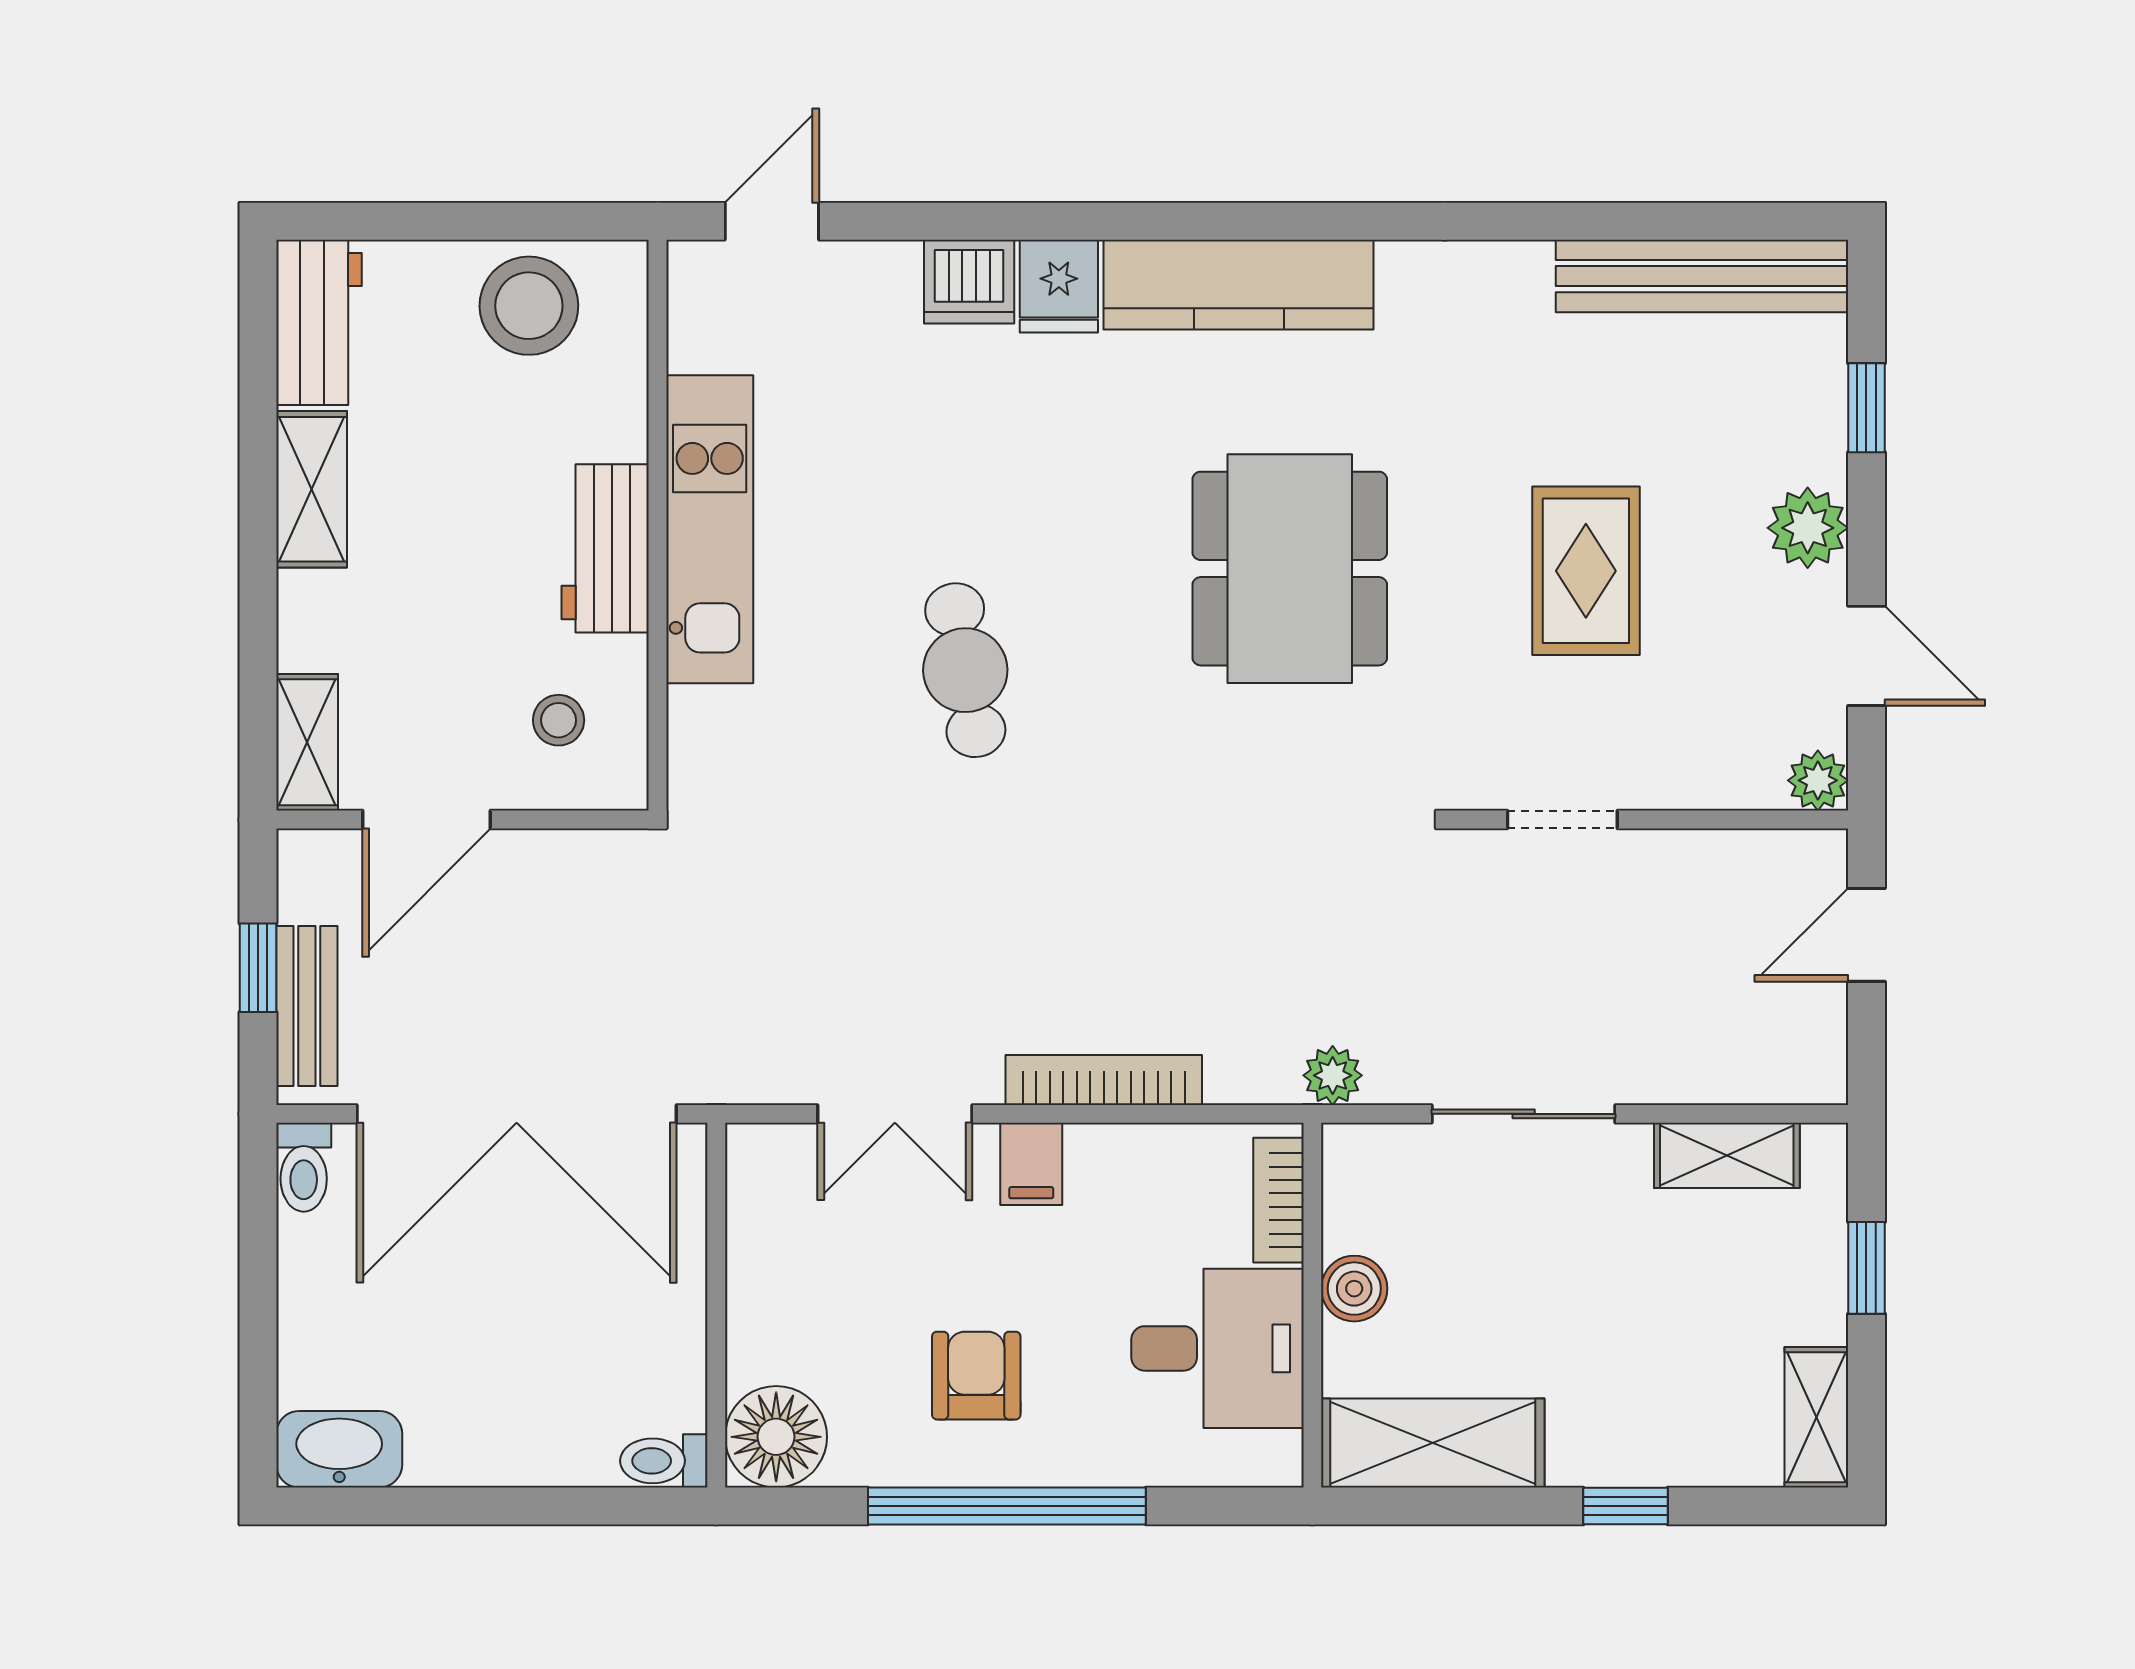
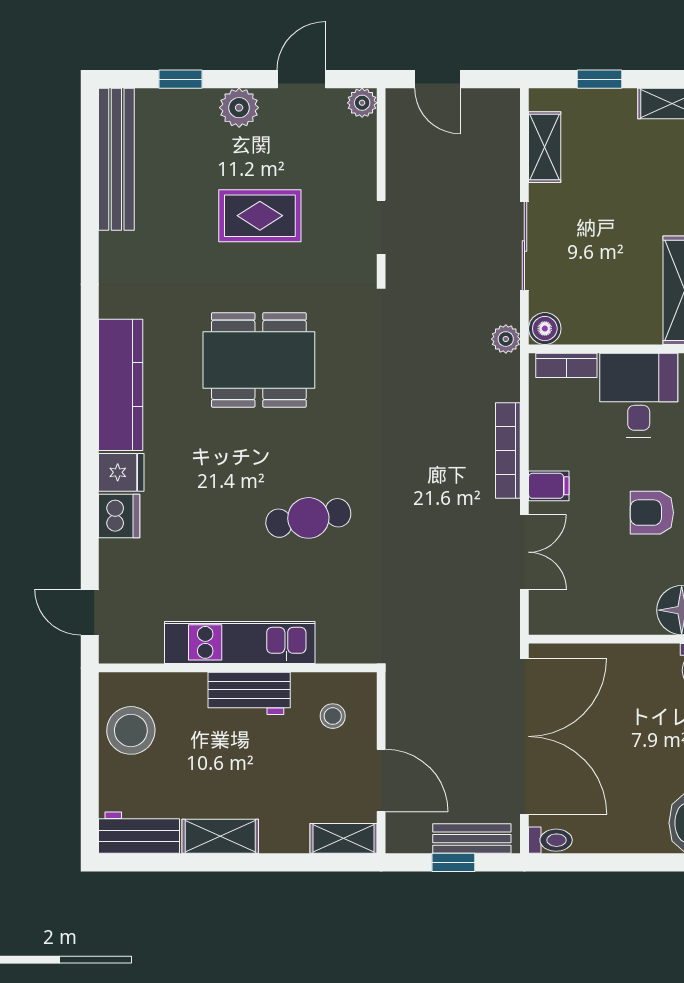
boiler: (1354, 1289) -> (545, 329), moved

